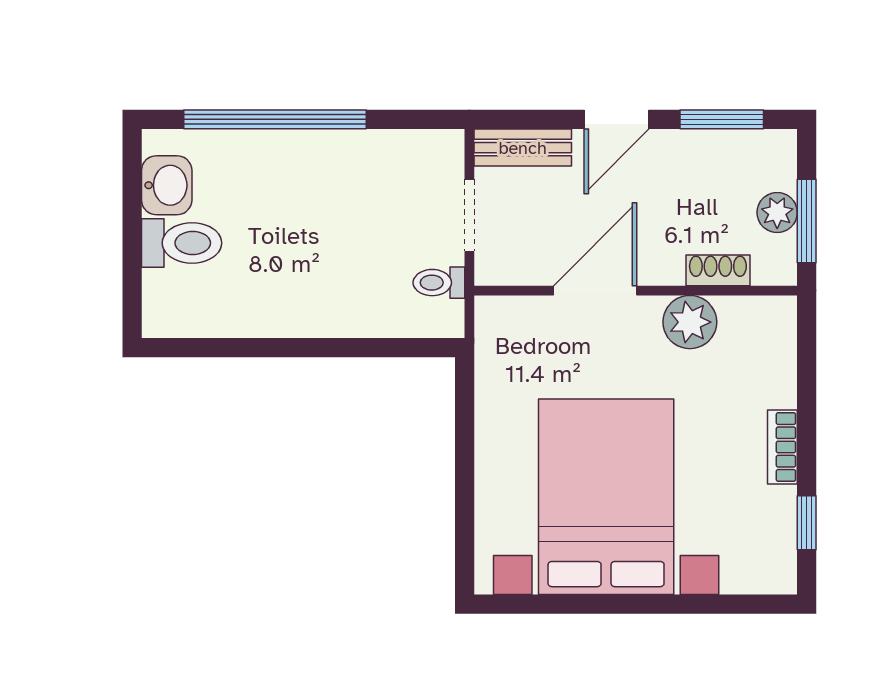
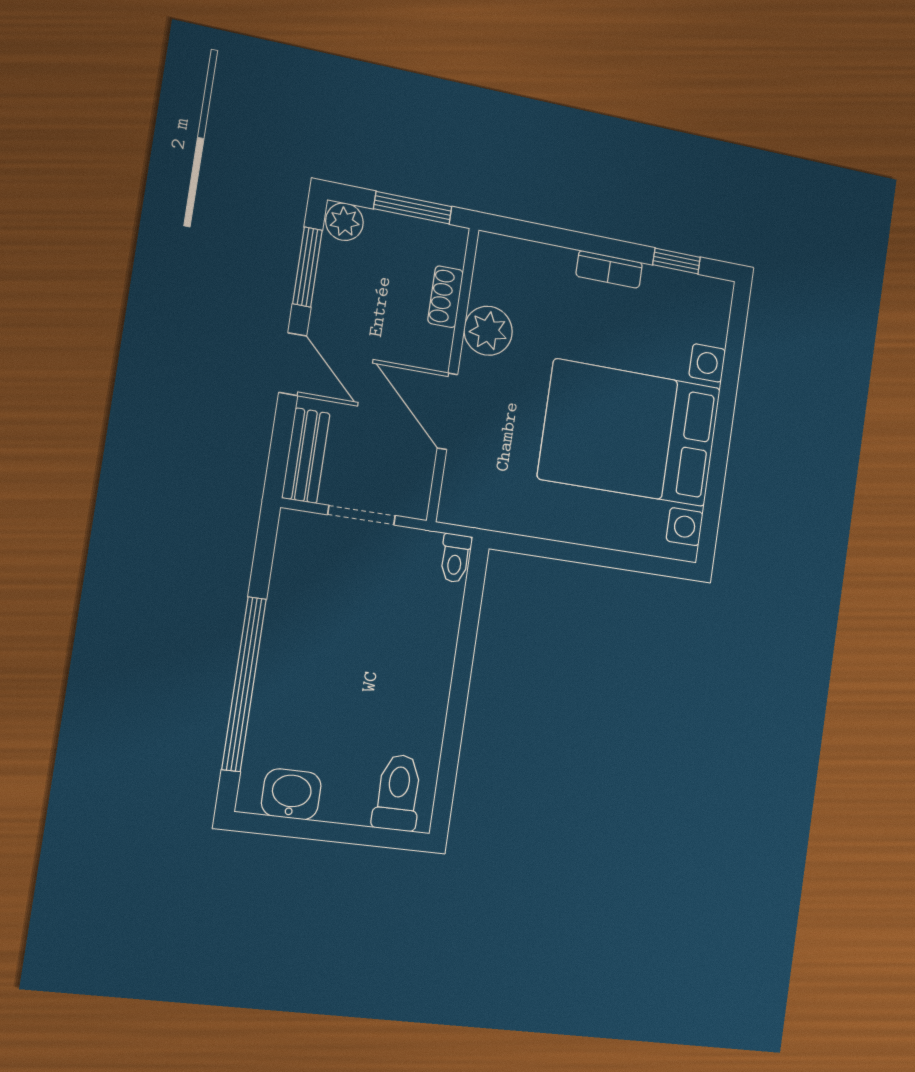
plant: (777, 213) -> (344, 222), moved
toilet: (182, 243) -> (398, 792), moved
toilet: (439, 283) -> (455, 558), moved

